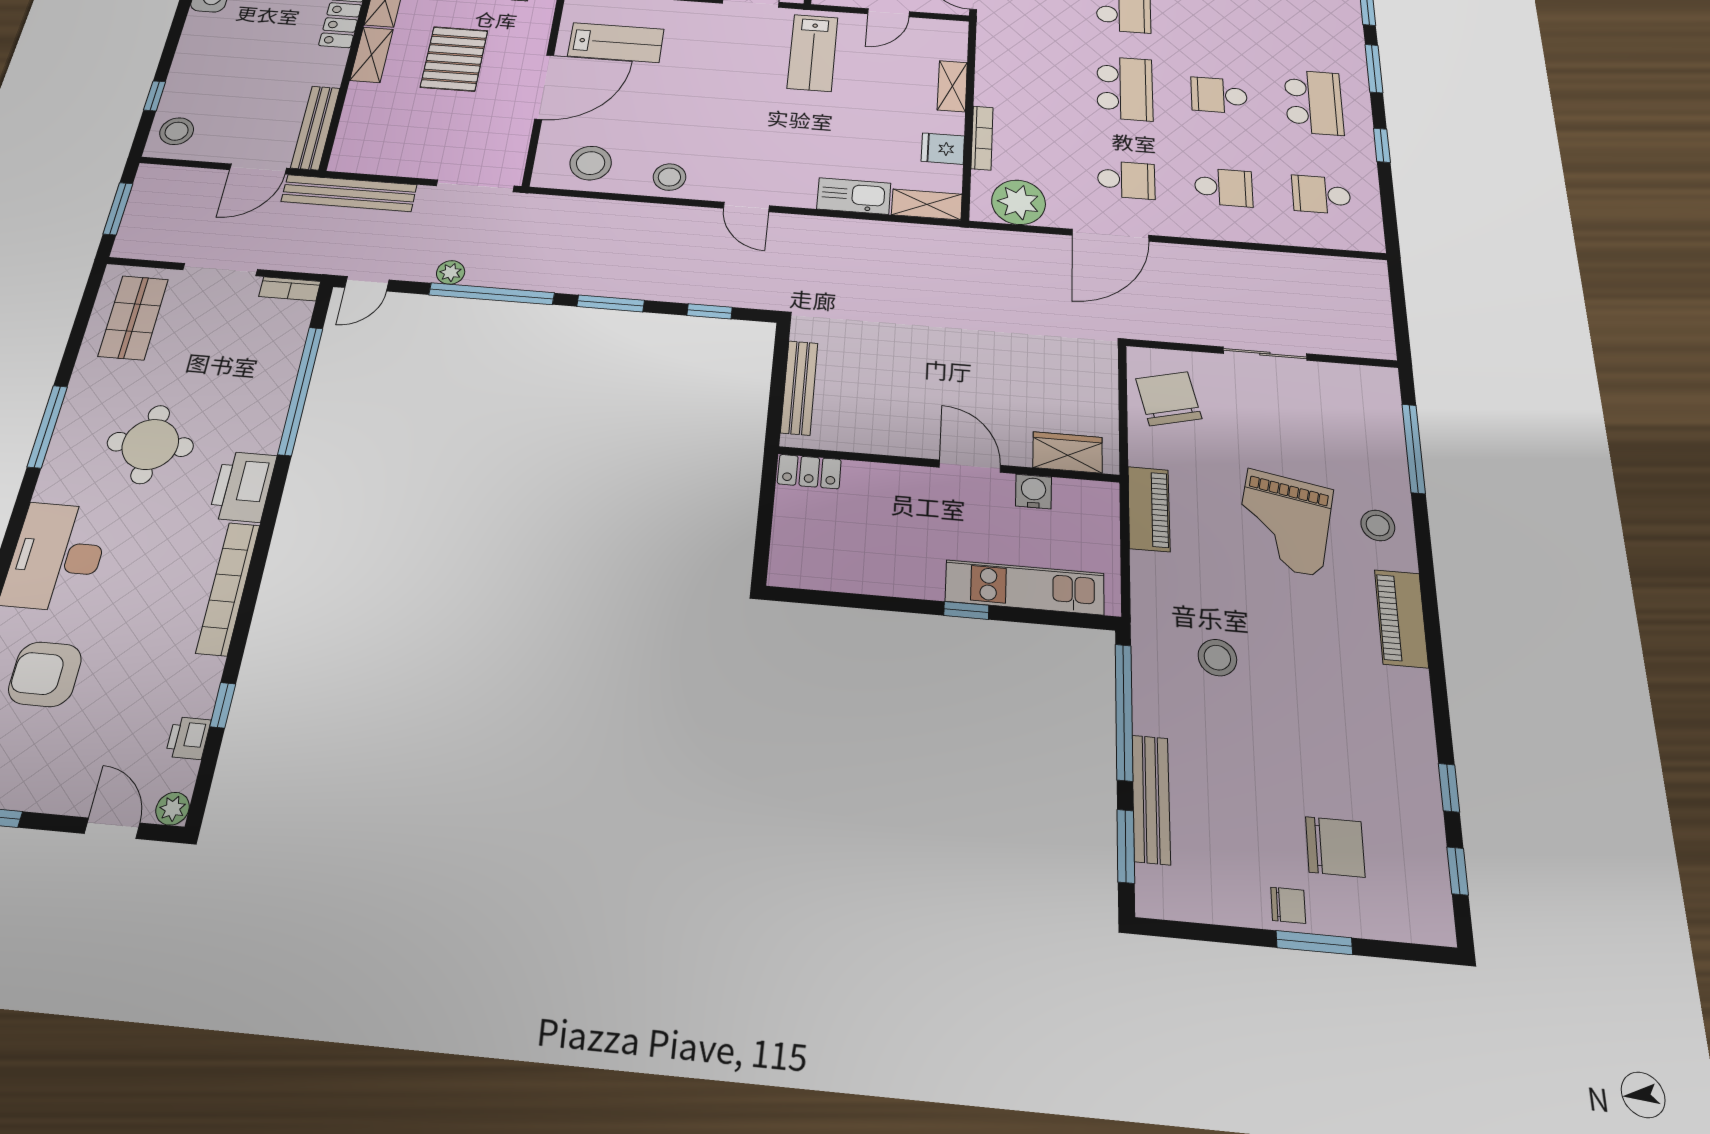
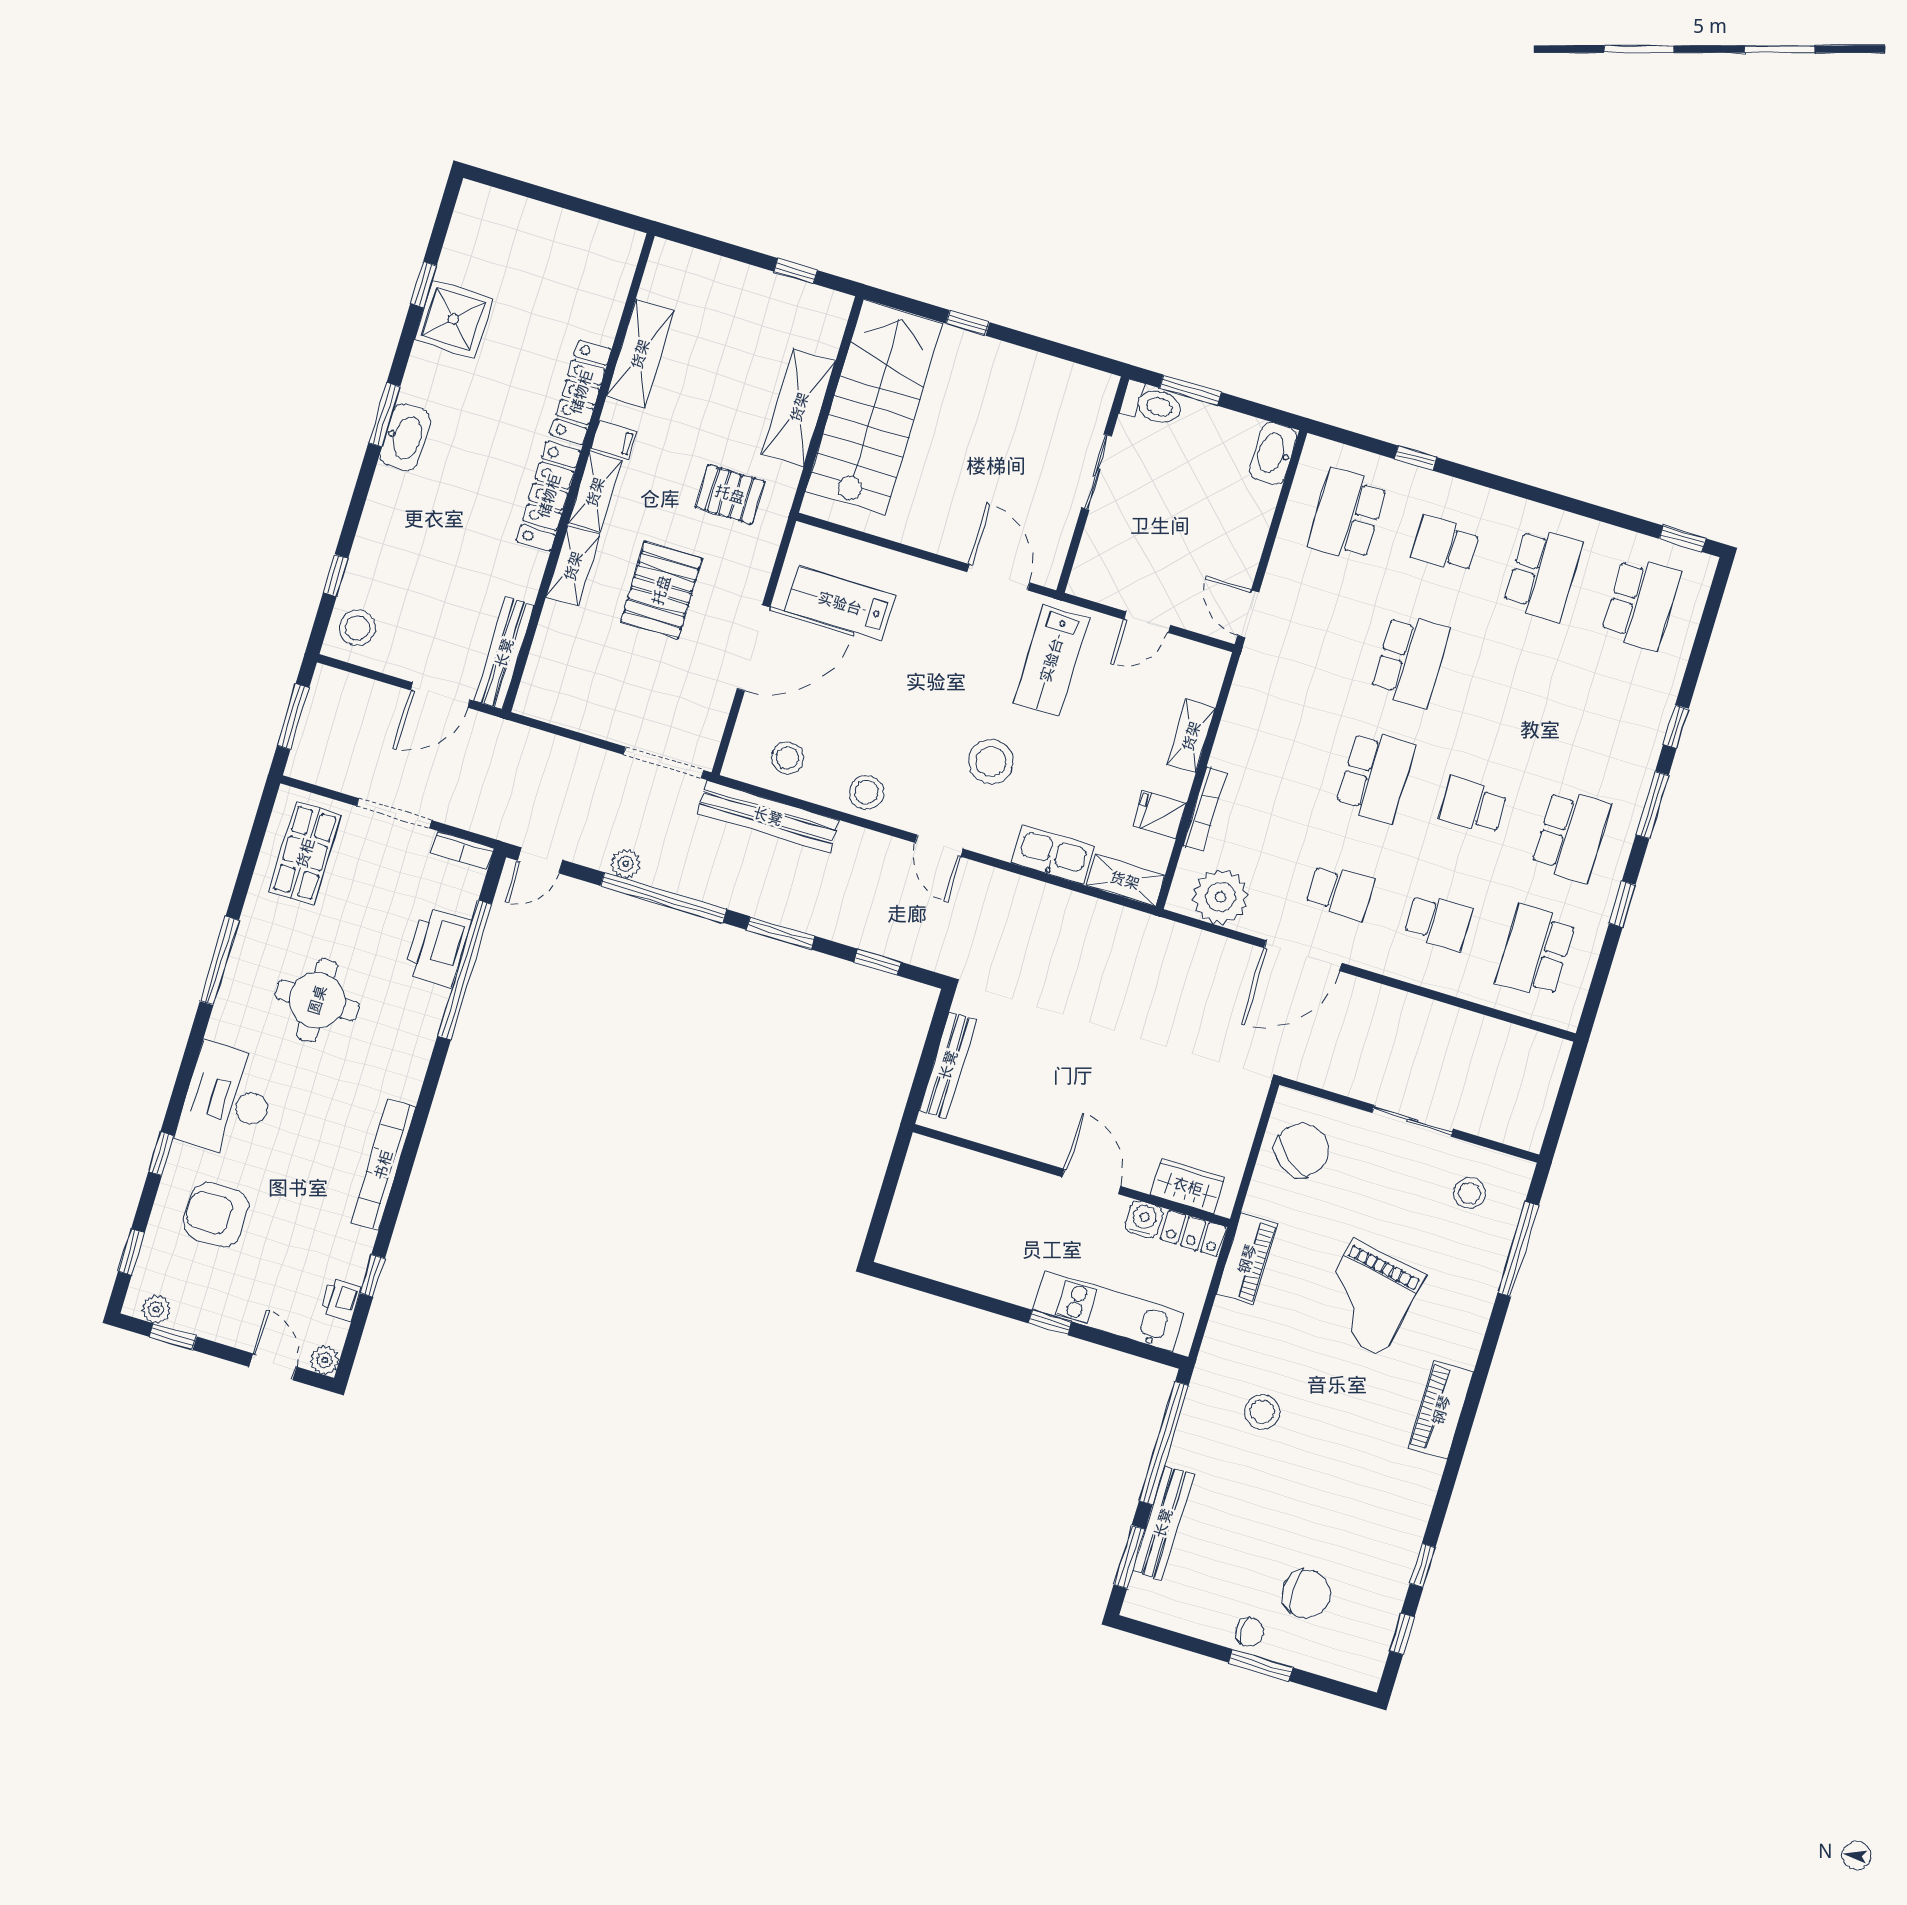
lab bench: (616, 43) -> (840, 603), turned 180
stool: (778, 135) -> (991, 762), added
stool: (591, 163) -> (788, 758), width x0.73, depth x0.73
bench: (349, 193) -> (768, 816), moved
school desk: (1321, 195) -> (1536, 951), width x1.85
chair: (1169, 399) -> (1302, 1150), turned 52
locker: (809, 472) -> (1193, 1233), moved
printer: (243, 487) -> (438, 947), moved
stool: (1378, 525) -> (1470, 1193), moved

